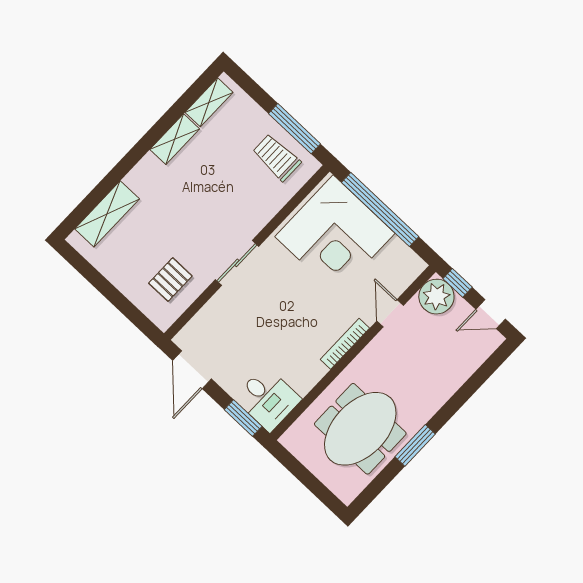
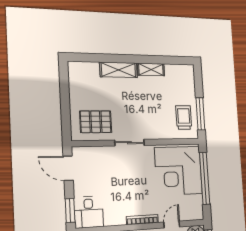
shelving: (209, 102) -> (177, 70), removed
shelving: (107, 214) -> (119, 70), moved
pallet: (170, 280) -> (96, 122), width x1.50, depth x1.42
door: (192, 370) -> (68, 168), hinge flipped

